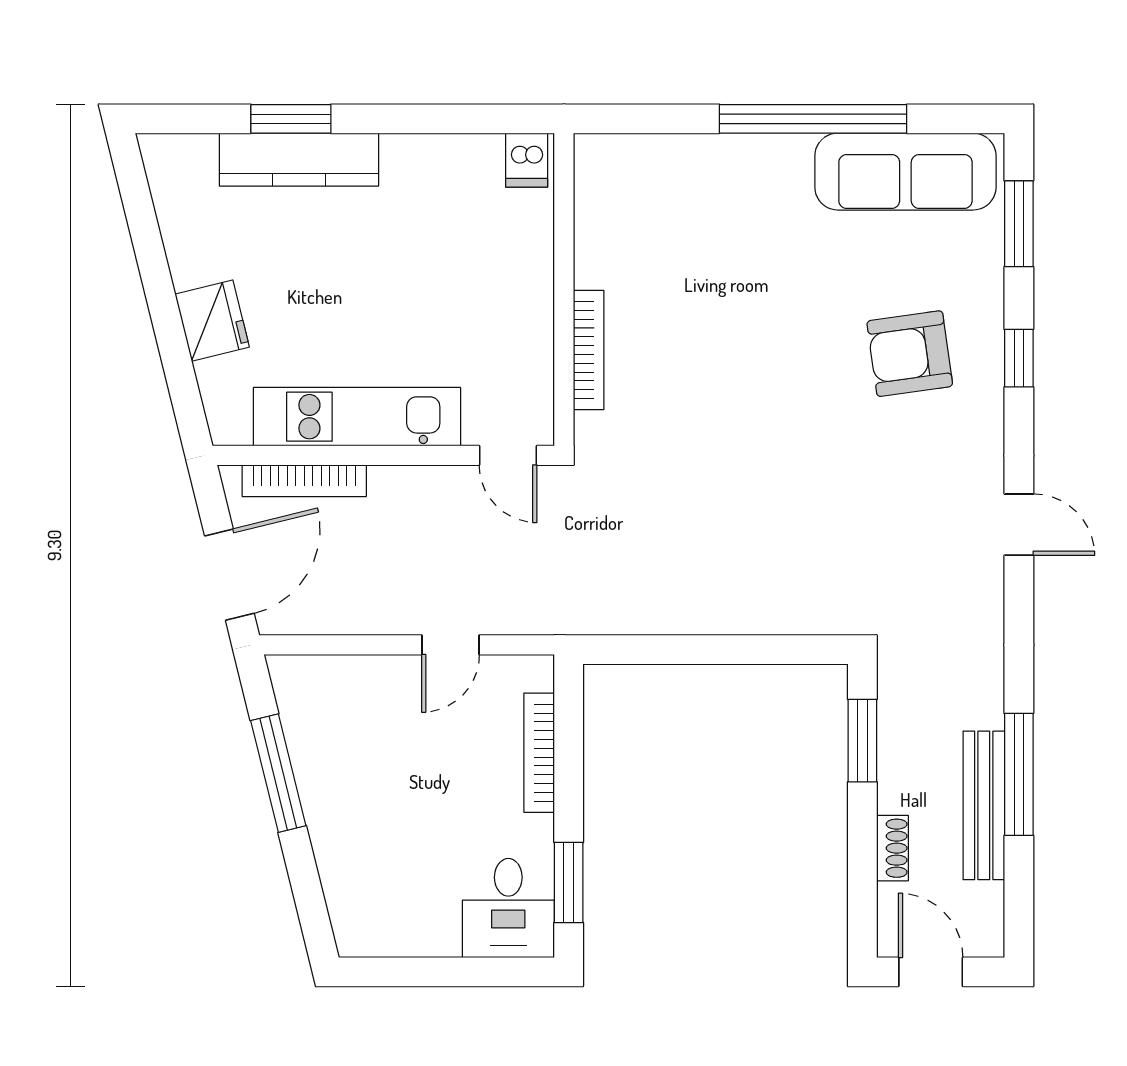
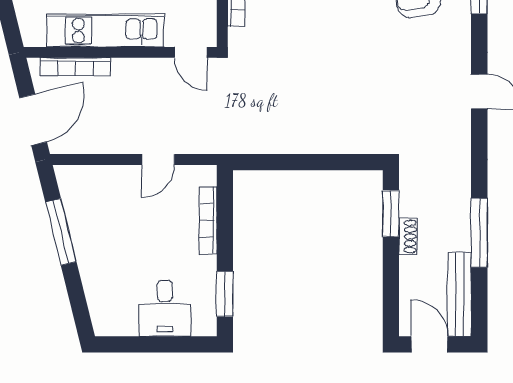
bench: (984, 805) -> (459, 294), moved
shoe rack: (893, 848) -> (408, 236), moved
desk: (508, 908) -> (165, 308), moved

